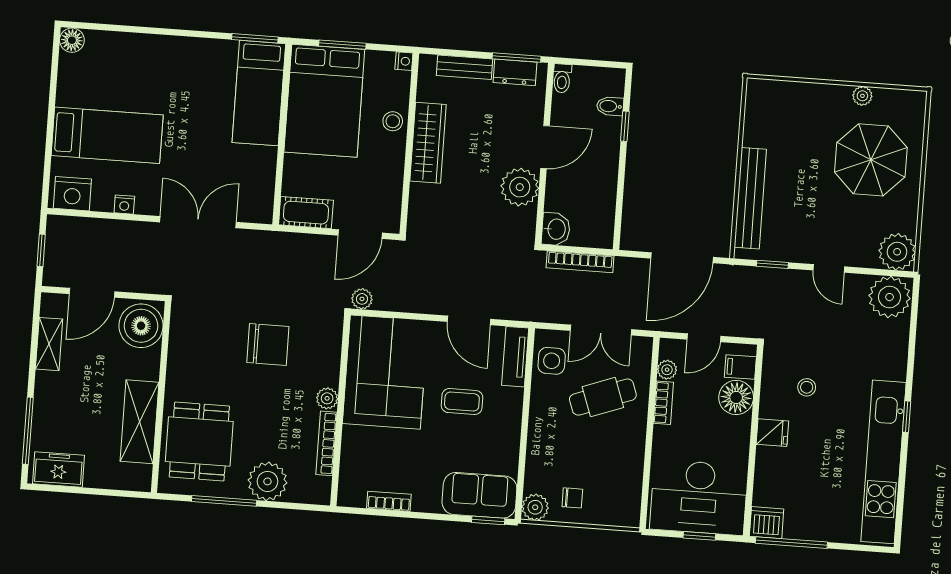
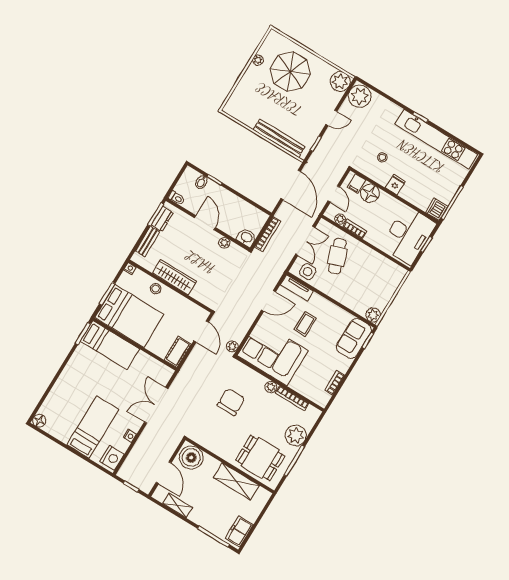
plant: (520, 187) -> (224, 243), width x0.53, depth x0.53
chair: (572, 498) -> (378, 295), removed

